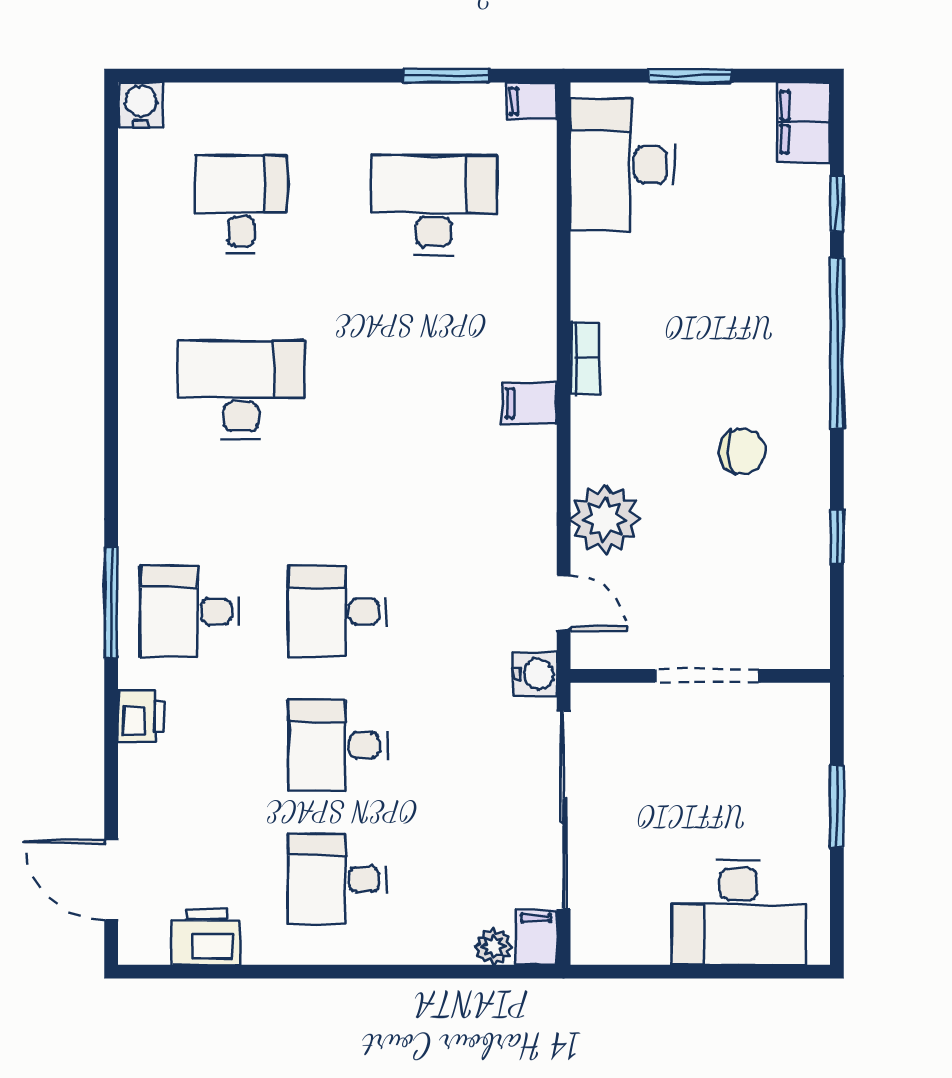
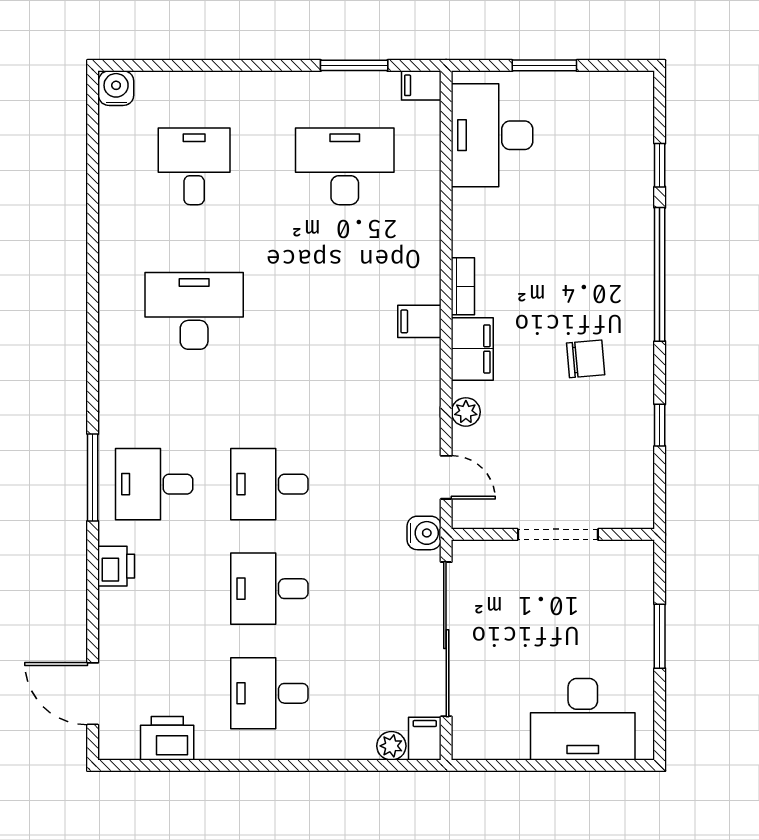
filing cabinet: (803, 122) -> (472, 349), moved, turned 180
plant: (605, 519) -> (466, 412), width x0.53, depth x0.53

